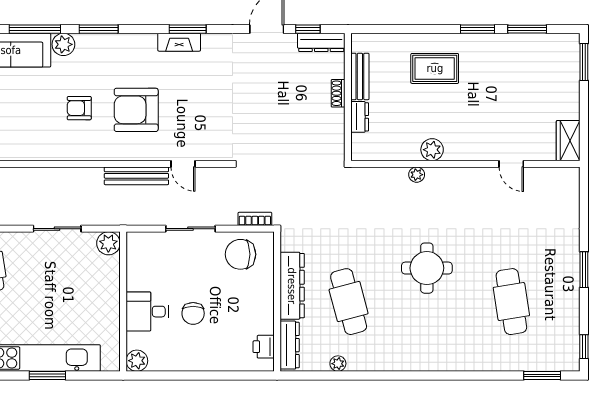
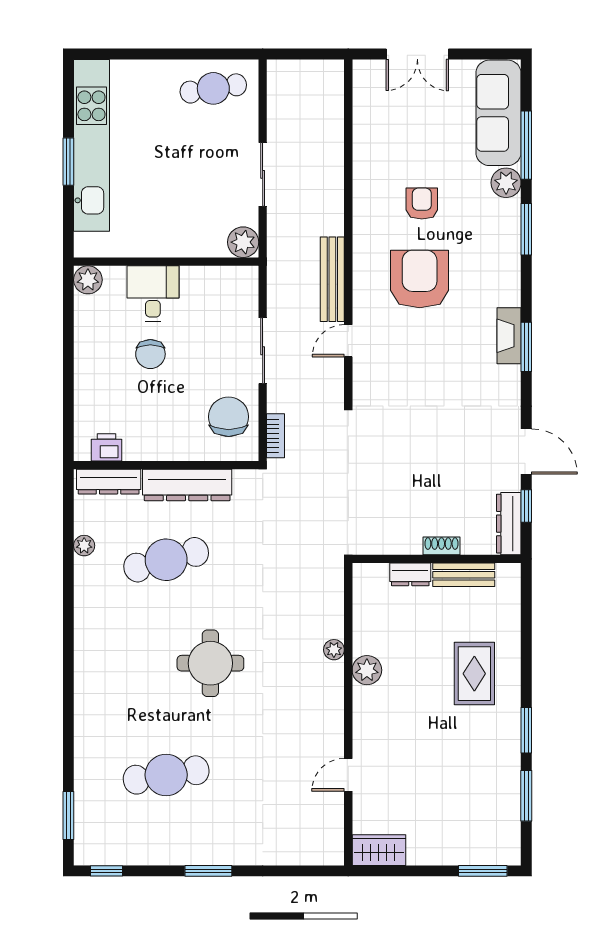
chair: (193, 313) -> (150, 354), turned -90

